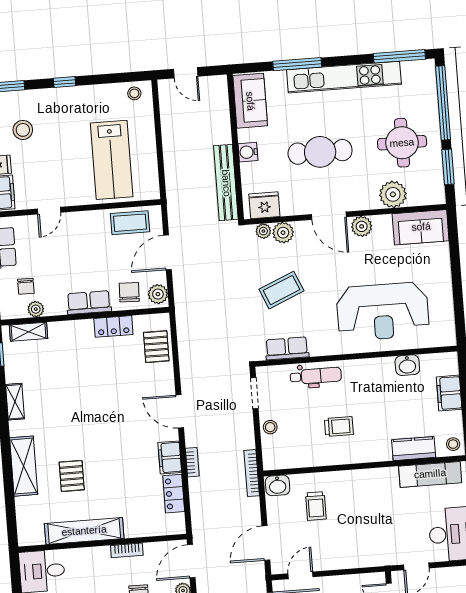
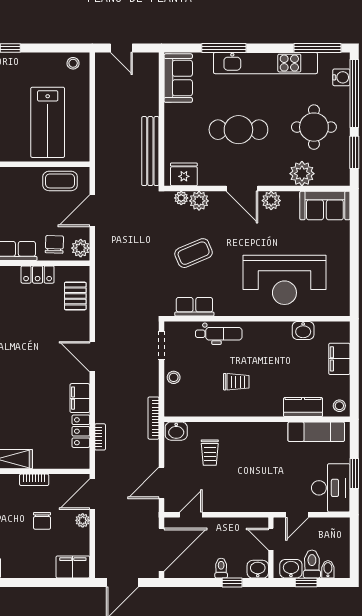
water cooler: (248, 152) -> (341, 77), moved, turned 180
bookcase: (192, 462) -> (100, 437), moved

